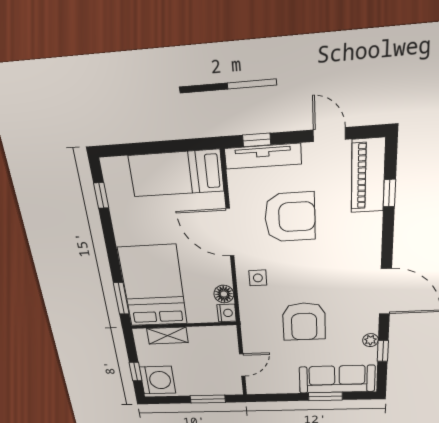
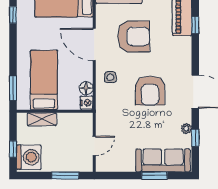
bed: (153, 286) -> (44, 80), width x0.67
armchair: (304, 322) -> (150, 91), moved

